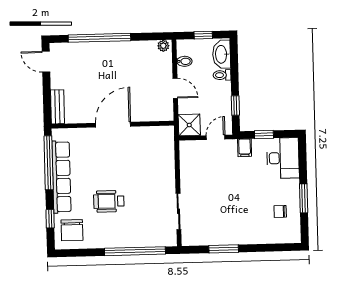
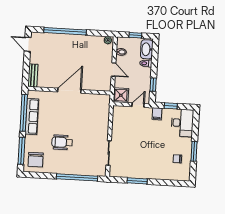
row of seats: (61, 177) -> (32, 117), width x0.73
window: (50, 219) -> (21, 151), width x2.17

